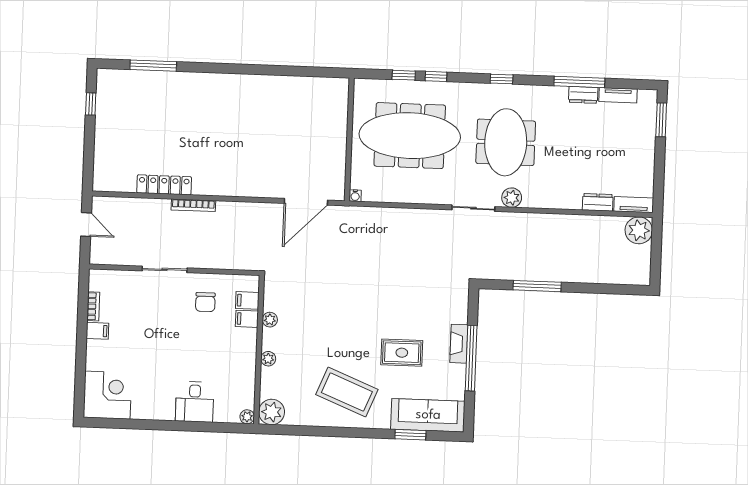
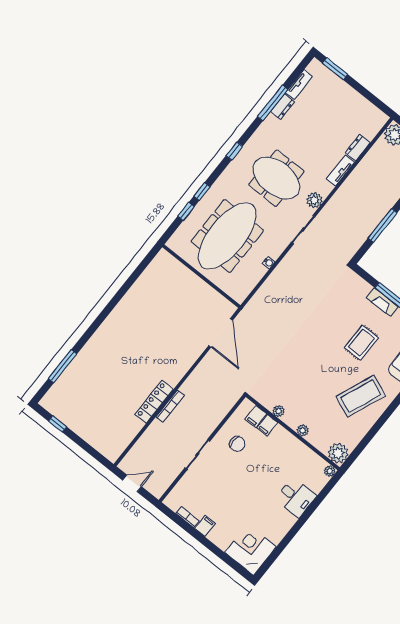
locker: (164, 185) -> (154, 402), moved
water cooler: (355, 196) -> (269, 263), moved
tv unit: (634, 205) -> (341, 170), moved

